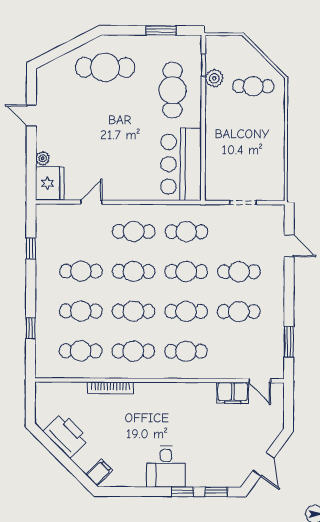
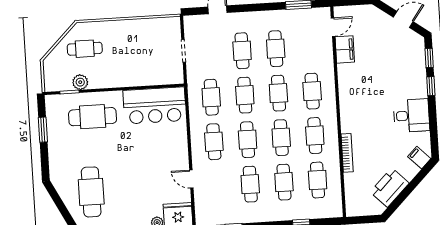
cafe table: (105, 67) -> (91, 192), moved
cafe table: (253, 86) -> (85, 49), turned 90
desk: (166, 467) -> (411, 116), moved

